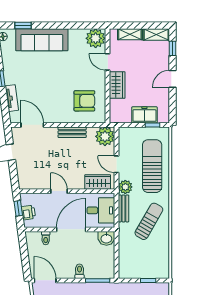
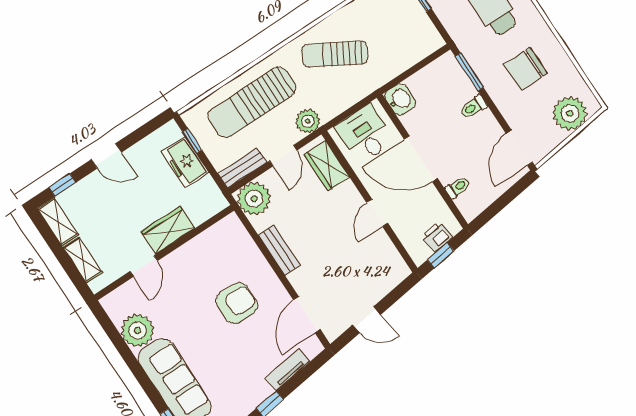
plant: (96, 38) -> (137, 330), moved
armchair: (84, 101) -> (237, 303), moved, turned 90
bench: (124, 208) -> (242, 168), moved

